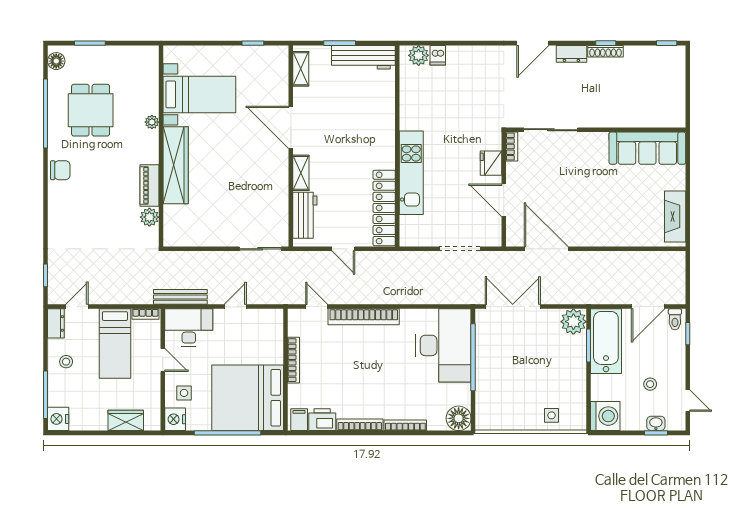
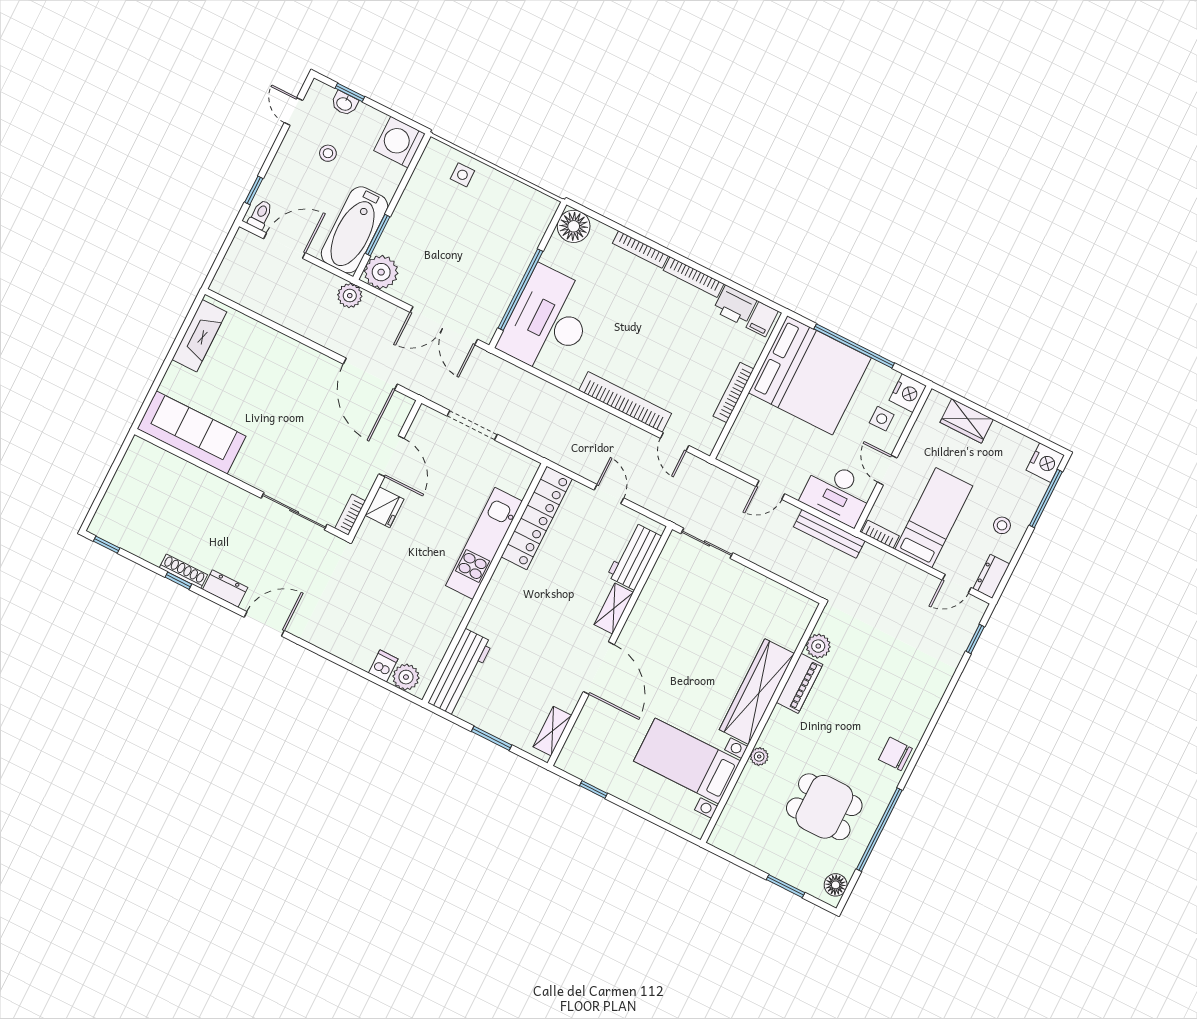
workbench: (363, 57) -> (460, 673), moved, turned 90
dining table: (91, 110) -> (824, 807), turned 90
plant: (587, 295) -> (350, 296), added

